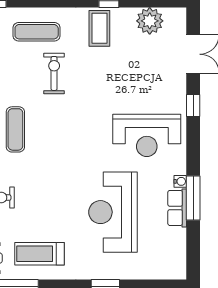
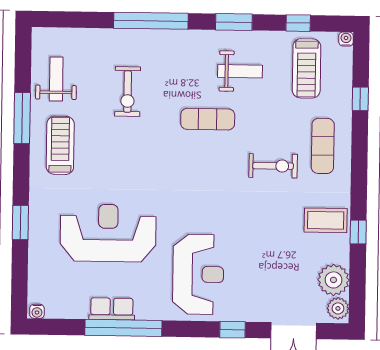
plant: (174, 17) -> (338, 308), added
reception desk: (147, 135) -> (198, 274), turned 180
water cooler: (180, 181) -> (37, 311), moved
window: (193, 198) -> (123, 328), width x1.46

